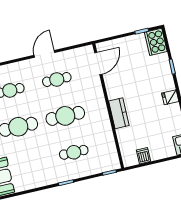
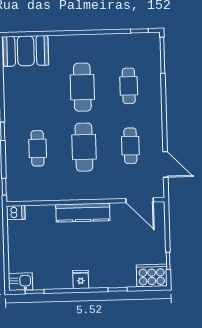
door: (44, 54) -> (165, 164), moved
kitchen counter: (119, 113) -> (83, 213), width x1.50
dishwasher: (143, 156) -> (16, 213), moved

